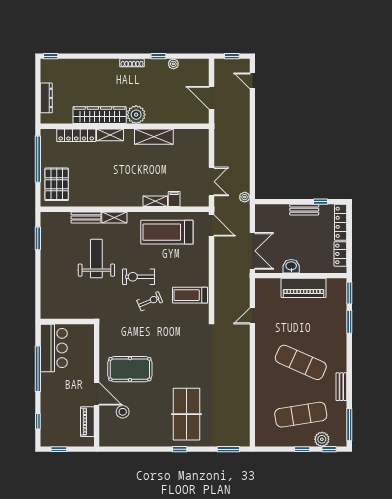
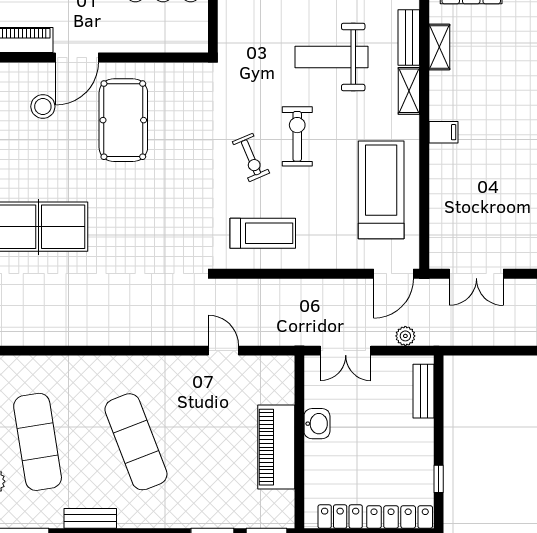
plant: (245, 197) -> (405, 336), moved
filing cabinet: (174, 199) -> (443, 132), moved
shelving: (155, 201) -> (439, 47), moved
bench: (304, 210) -> (424, 391), moved
double door: (252, 251) -> (346, 351), width x0.73
weight bench: (96, 259) -> (331, 57), turned 180
treadmill: (190, 295) -> (263, 233), turned 90
exercise mat: (301, 362) -> (136, 442), turned -45

